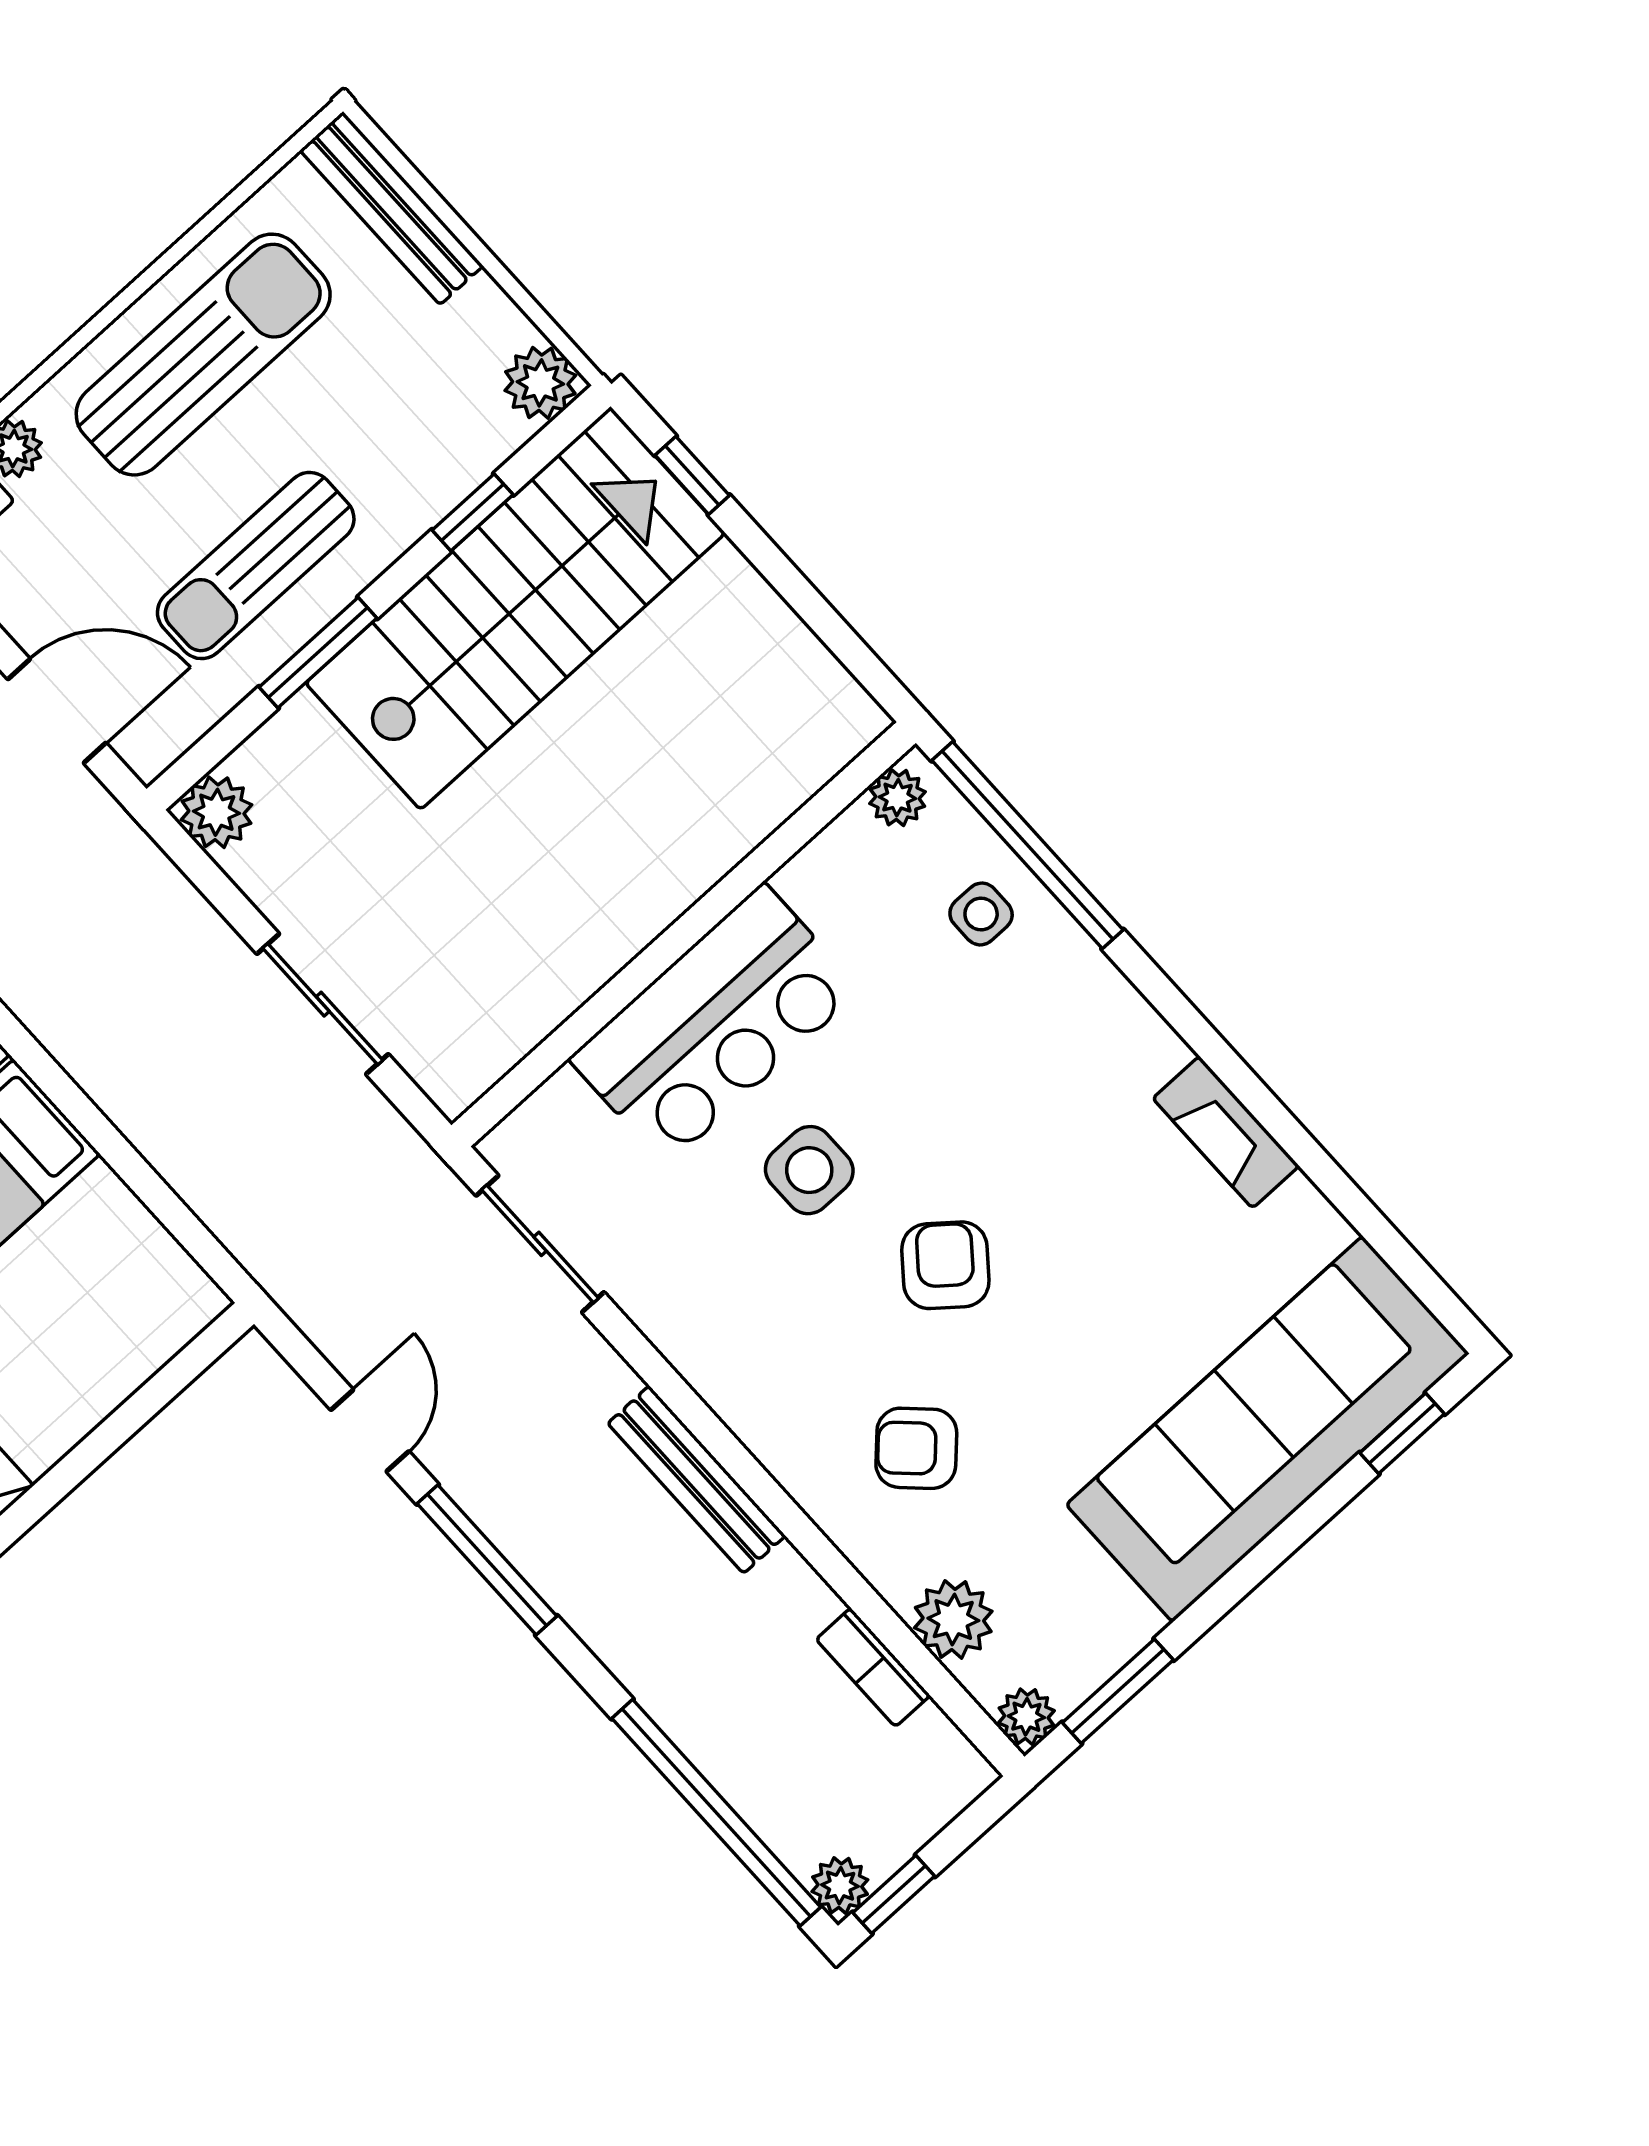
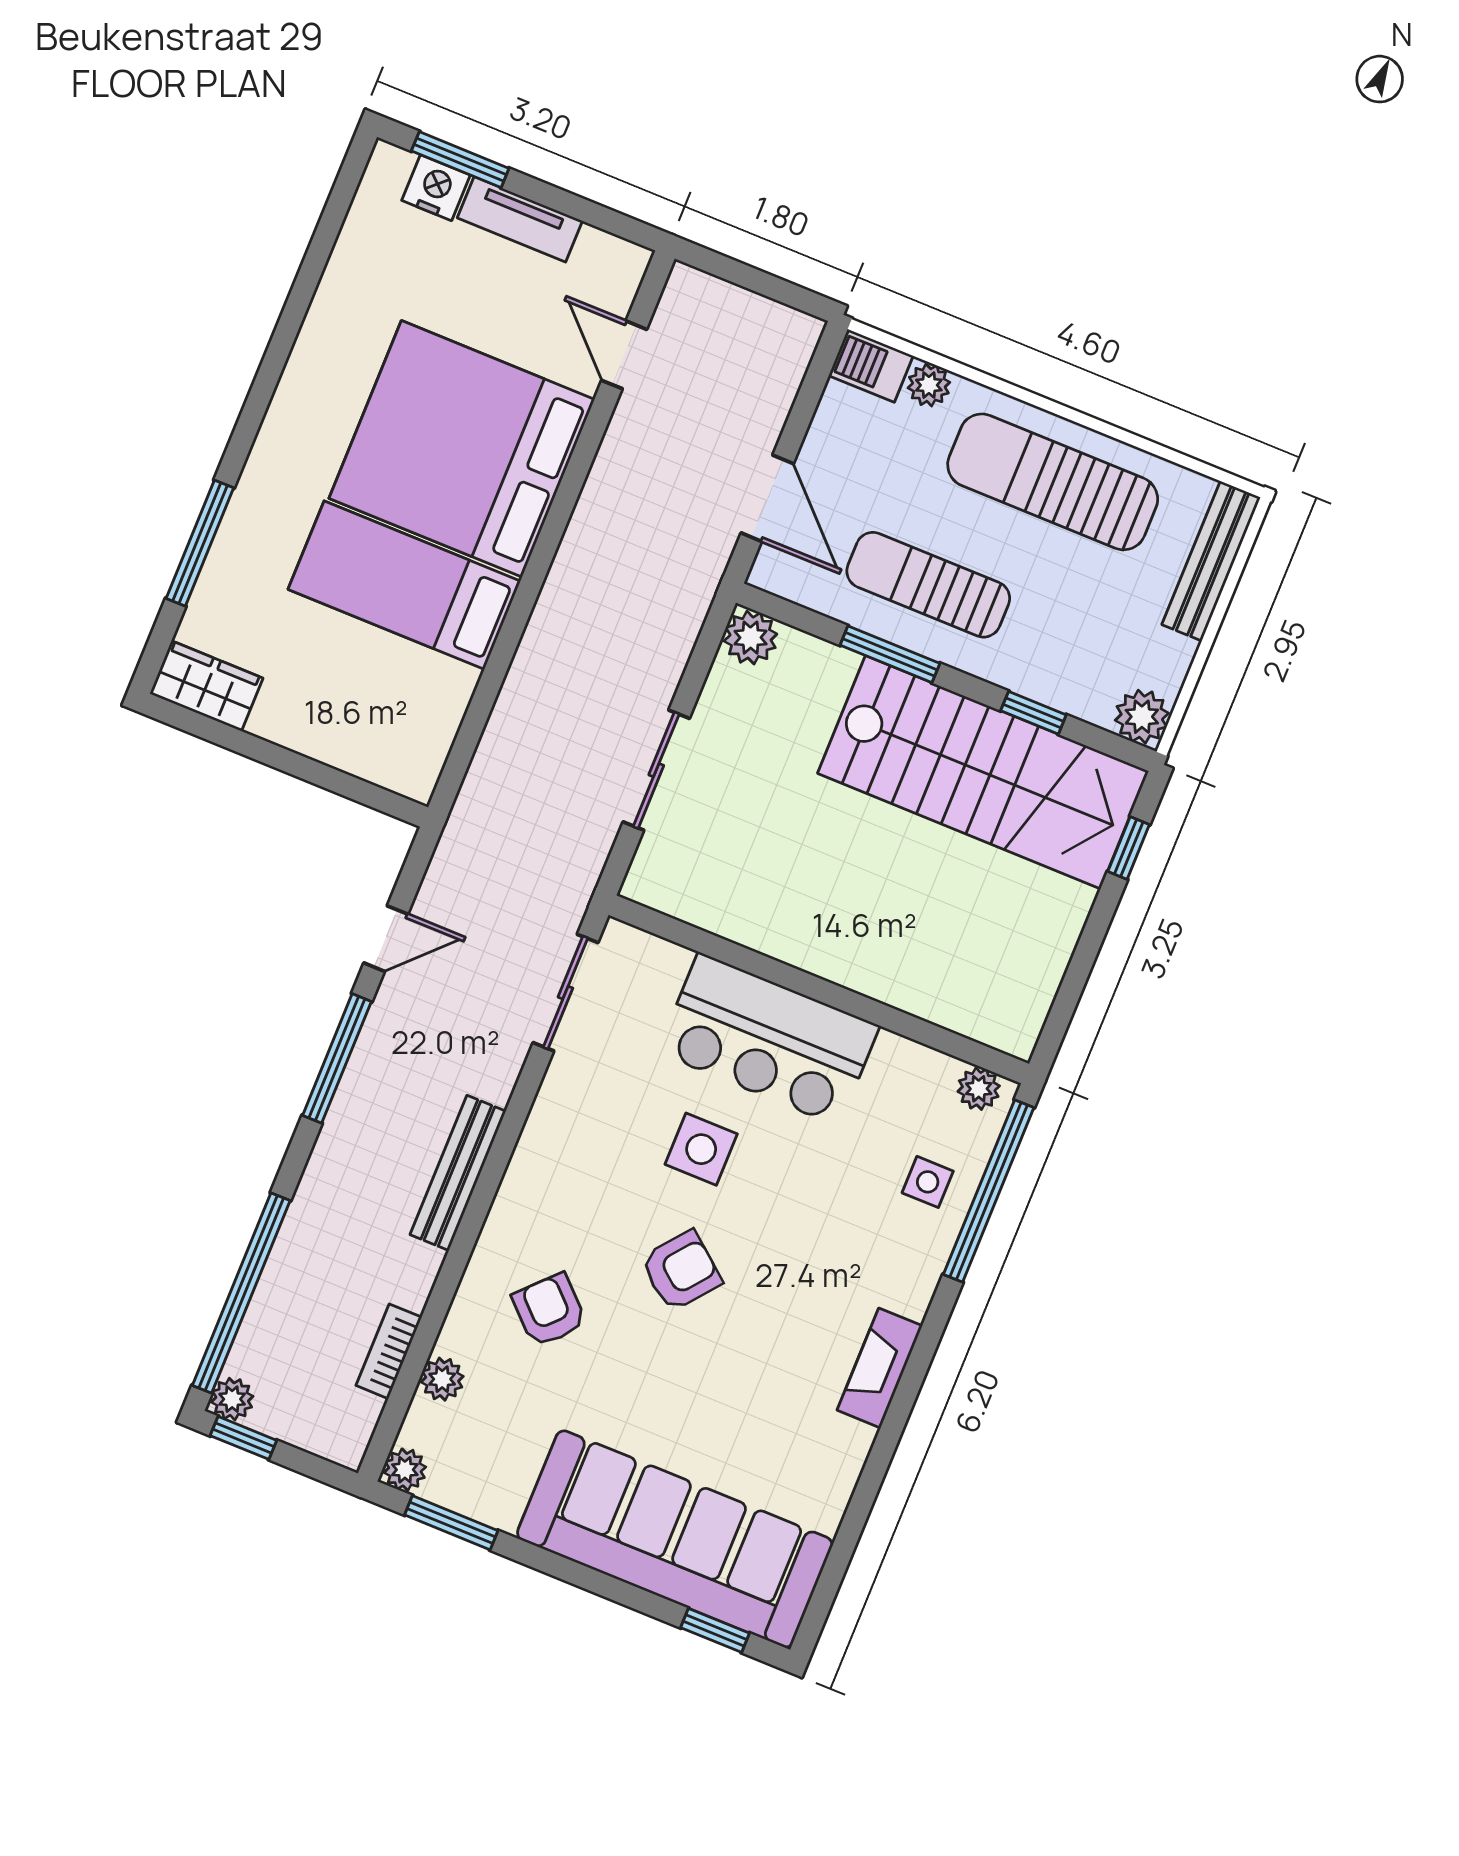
sun lounger: (203, 355) -> (1053, 482), turned 180
fireplace: (1226, 1132) -> (880, 1368), moved
plant: (953, 1619) -> (442, 1379), width x0.73, depth x0.73

